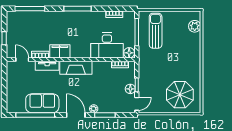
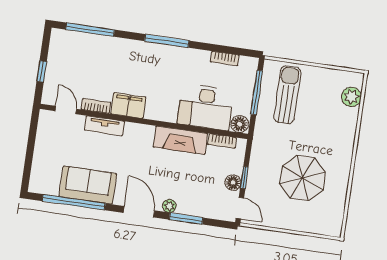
fireplace: (76, 68) -> (180, 140), moved
parasol: (180, 95) -> (303, 178), moved
door: (137, 104) -> (240, 208), hinge flipped

